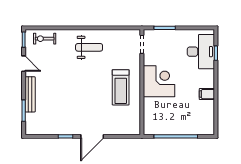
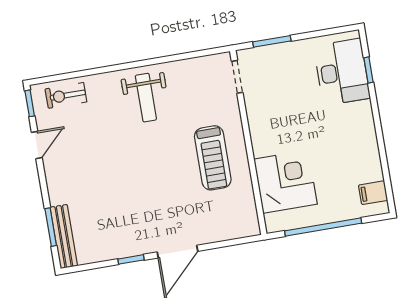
weight bench: (89, 47) -> (146, 98), turned 90
door: (24, 64) -> (37, 145), hinge flipped
corner desk: (159, 81) -> (286, 182), moved
bench: (30, 94) -> (64, 237), moved
filing cabinet: (207, 94) -> (373, 193), moved

